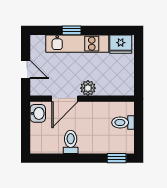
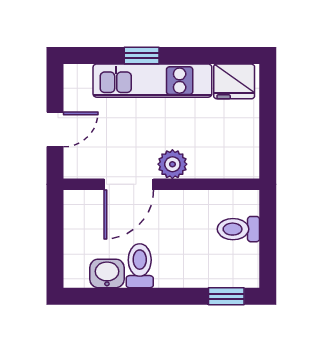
door: (26, 70) -> (55, 129), hinge flipped
washbasin: (38, 113) -> (107, 273), moved, turned -90

